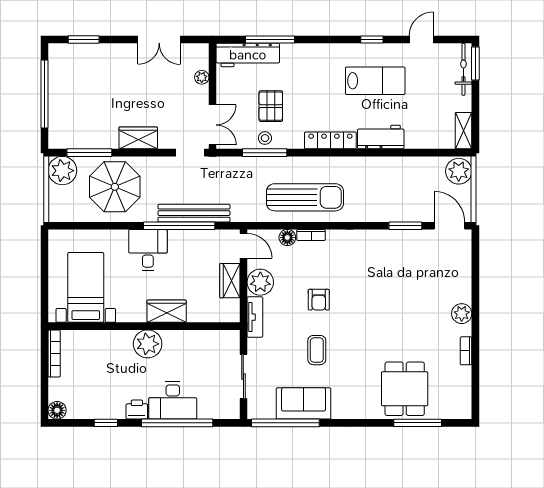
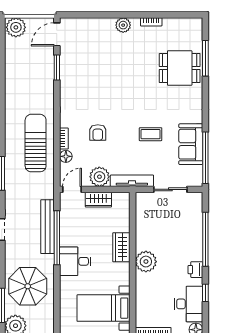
armchair: (319, 300) -> (98, 132), moved, turned 90
tv unit: (255, 317) -> (132, 181), width x1.41
desk: (173, 401) -> (189, 304), moved

